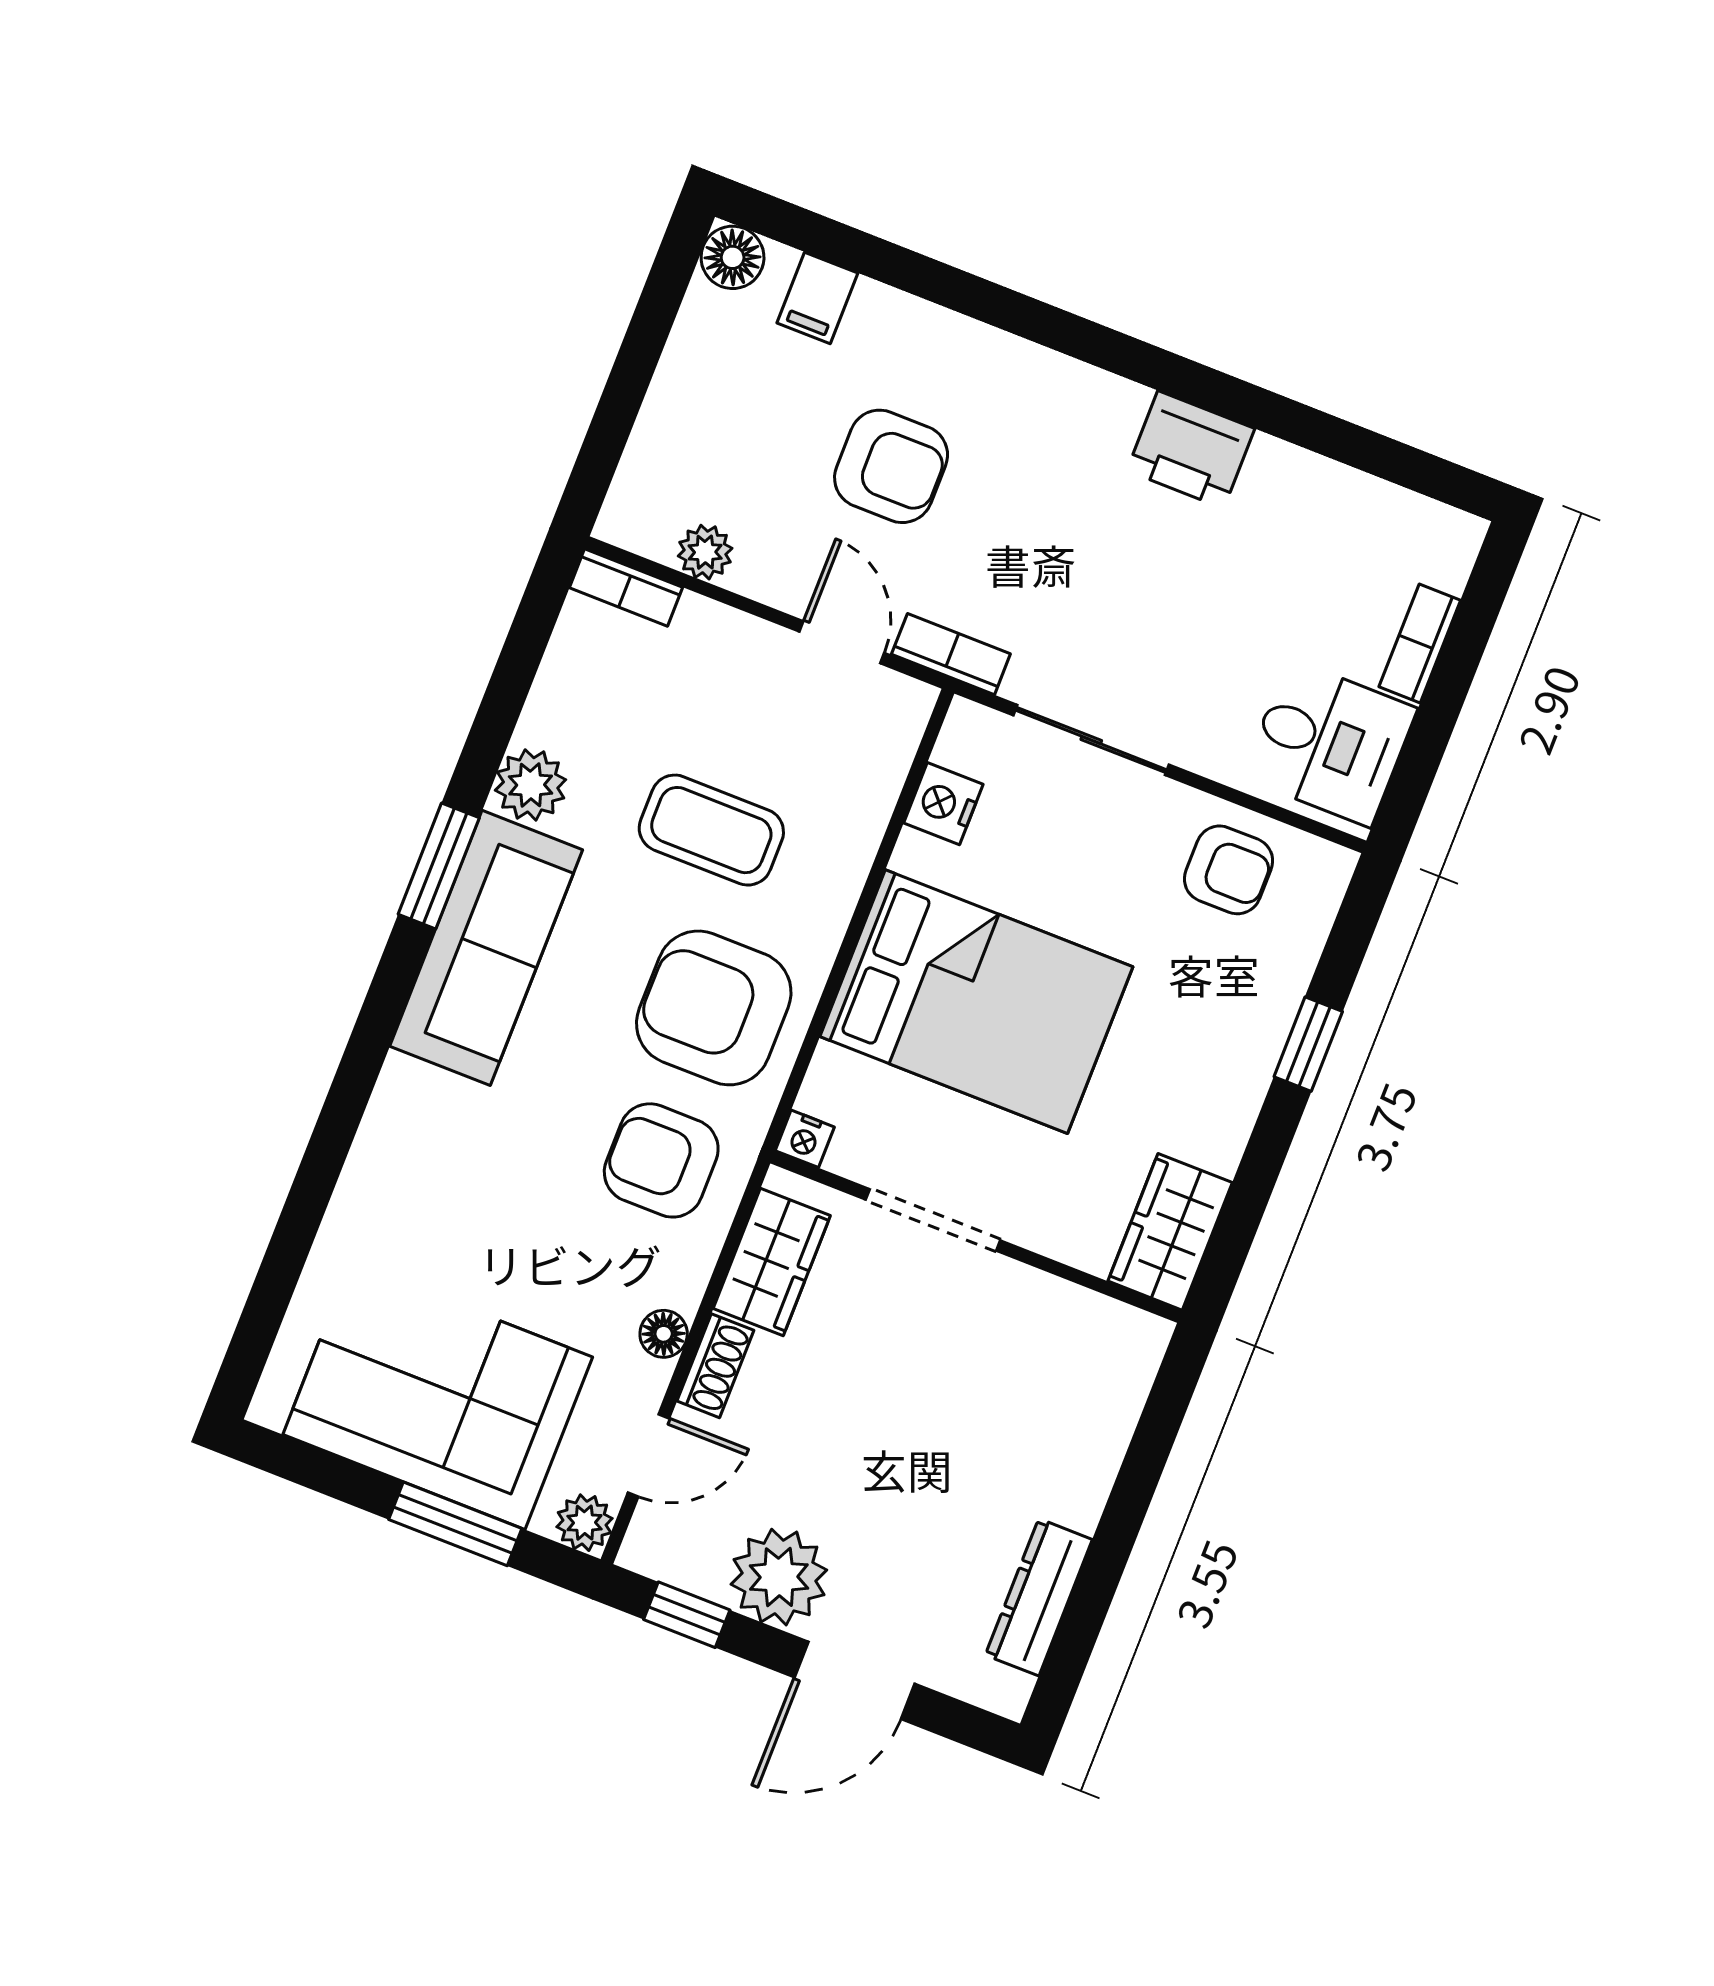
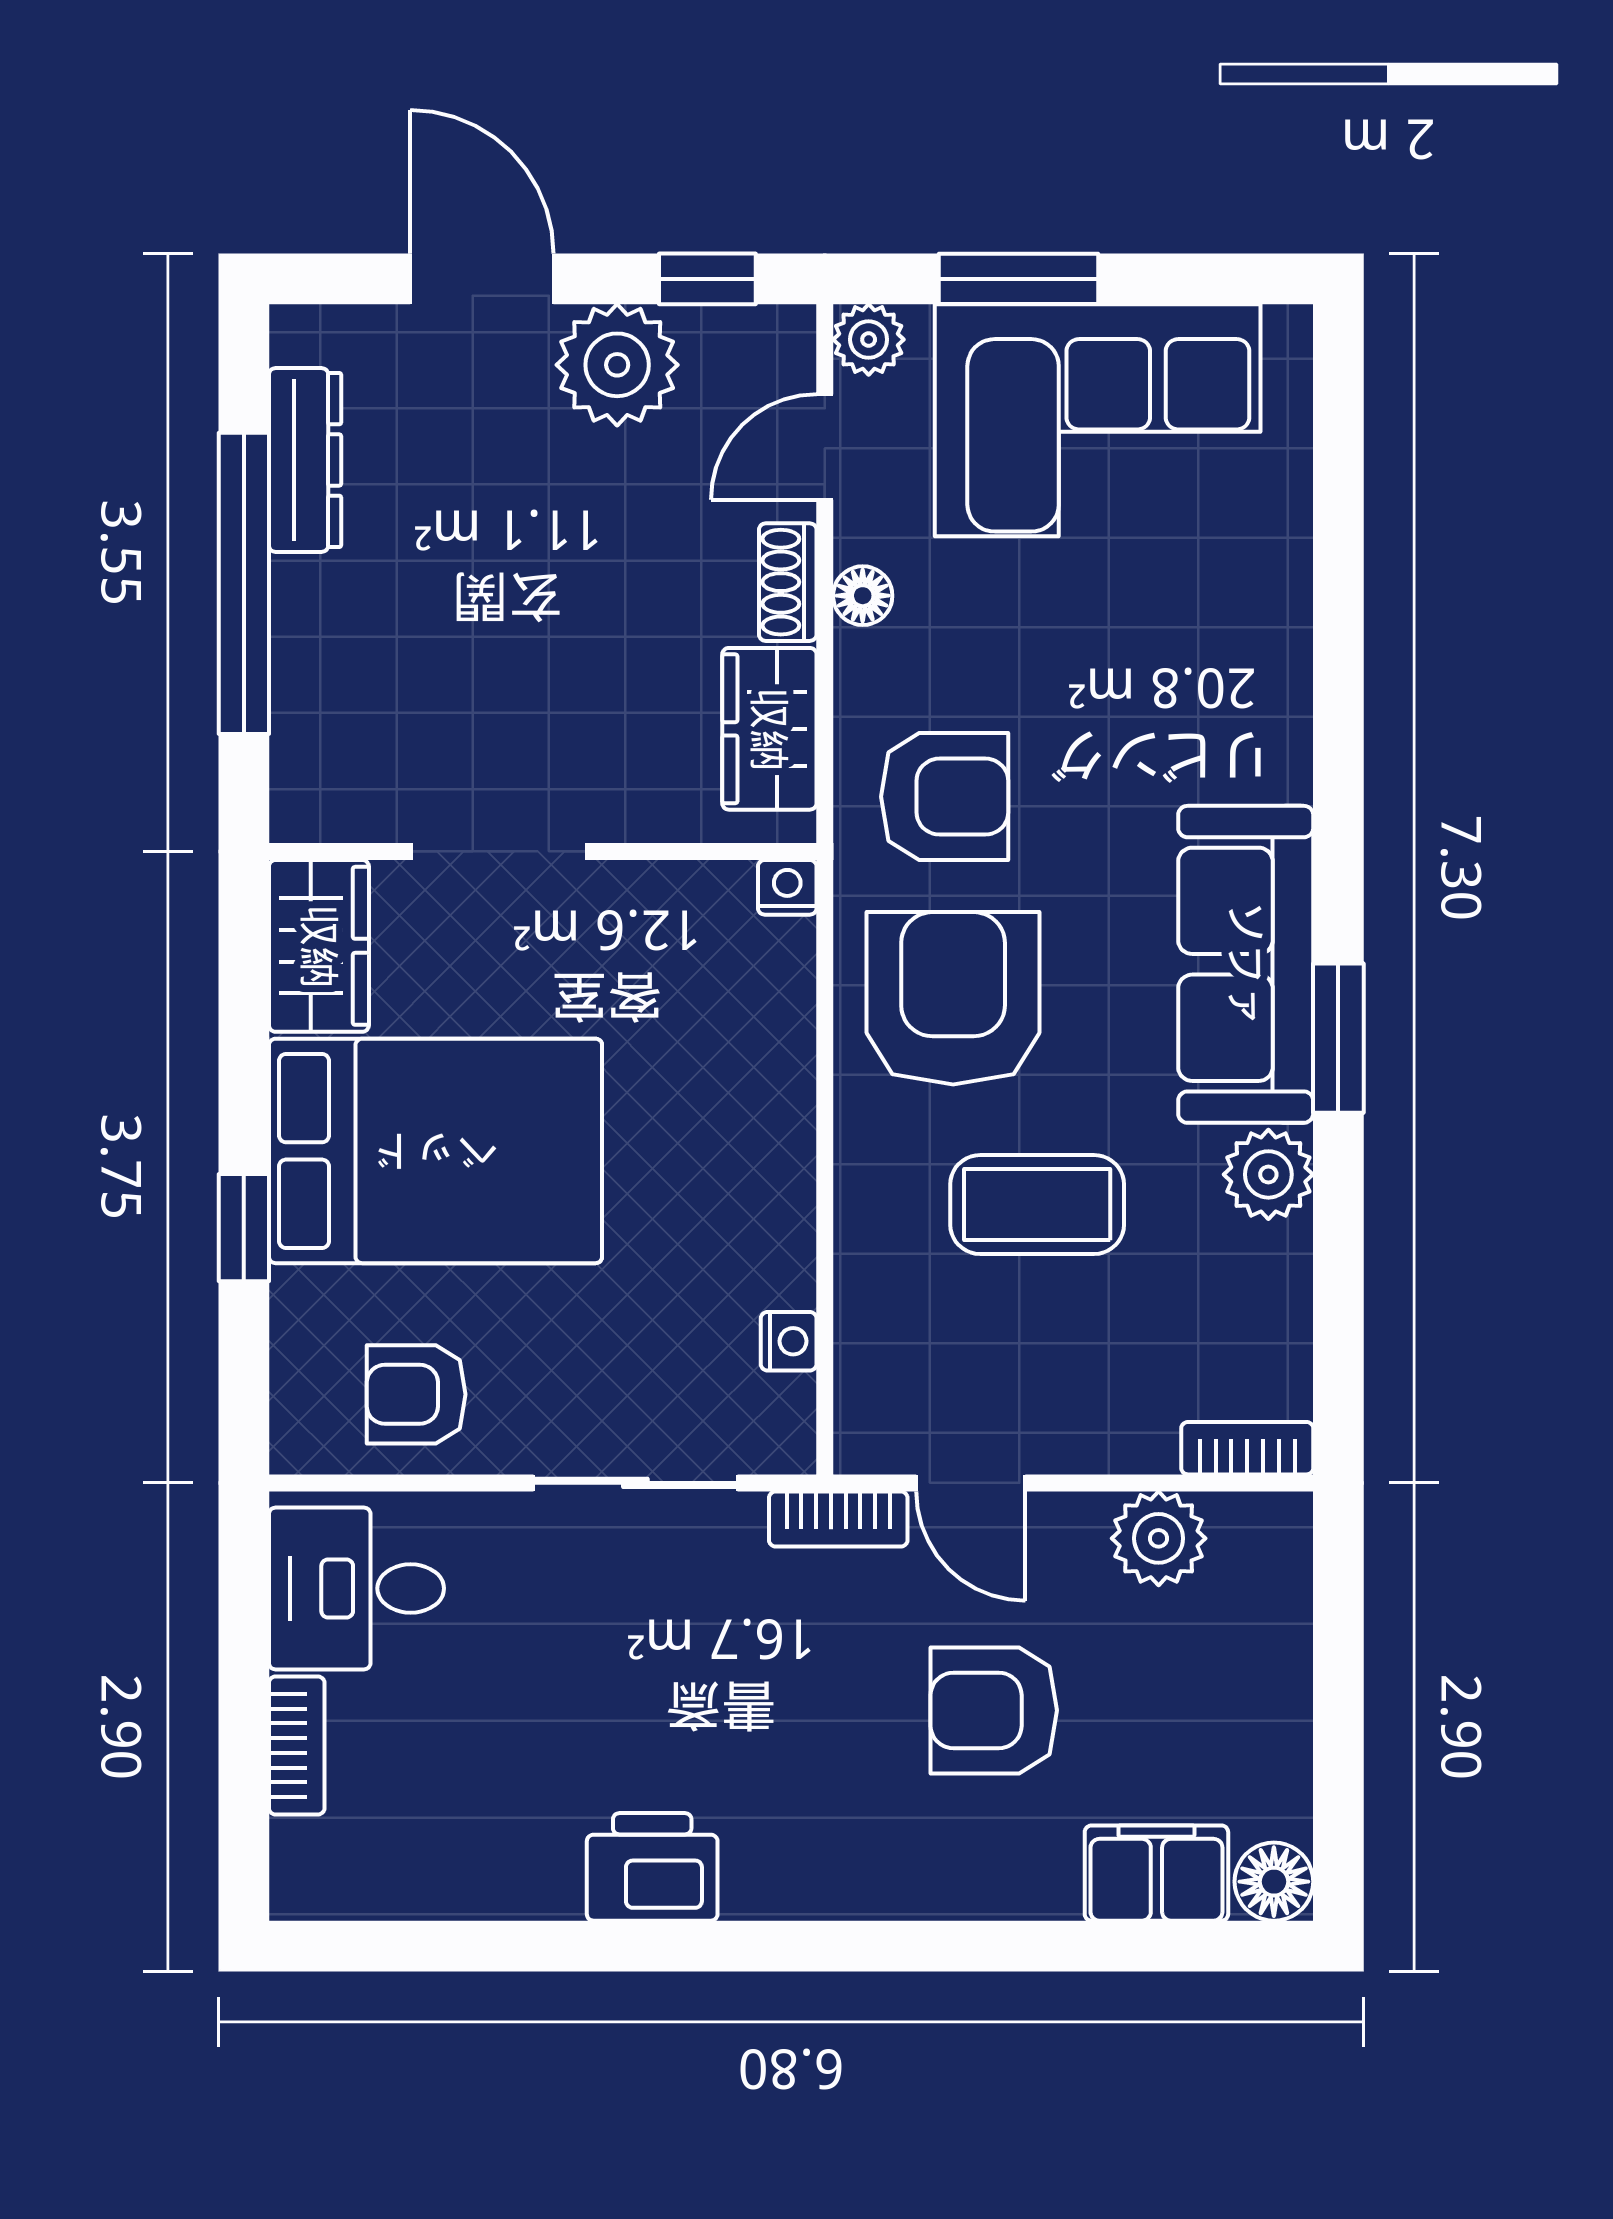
filing cabinet: (817, 298) -> (1156, 1873), width x2.00
plant: (705, 552) -> (1159, 1538), width x1.38, depth x1.38
nightstand: (943, 804) -> (789, 1341), width x0.72, depth x0.74
bed: (976, 1002) -> (436, 1151), moved, turned 180
armchair: (714, 1008) -> (953, 998), turned -90
doorway: (933, 1220) -> (499, 851), moved
window: (1120, 1523) -> (244, 583), added
door: (855, 1680) -> (482, 279), hinge flipped

